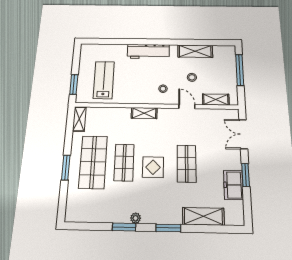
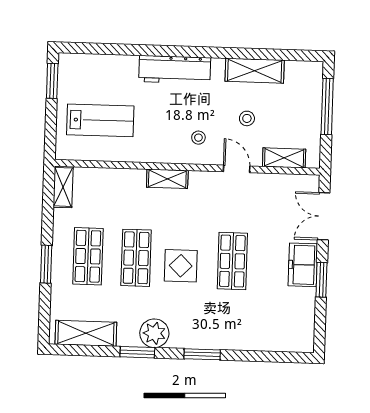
lab bench: (104, 80) -> (100, 120), turned 90
window: (74, 84) -> (52, 81), moved
shop shelf: (93, 162) -> (88, 256), width x0.70, depth x0.74
freezer: (233, 185) -> (303, 265), moved
shelving: (203, 216) -> (86, 333), moved
plant: (136, 218) -> (154, 333), width x1.87, depth x1.87

